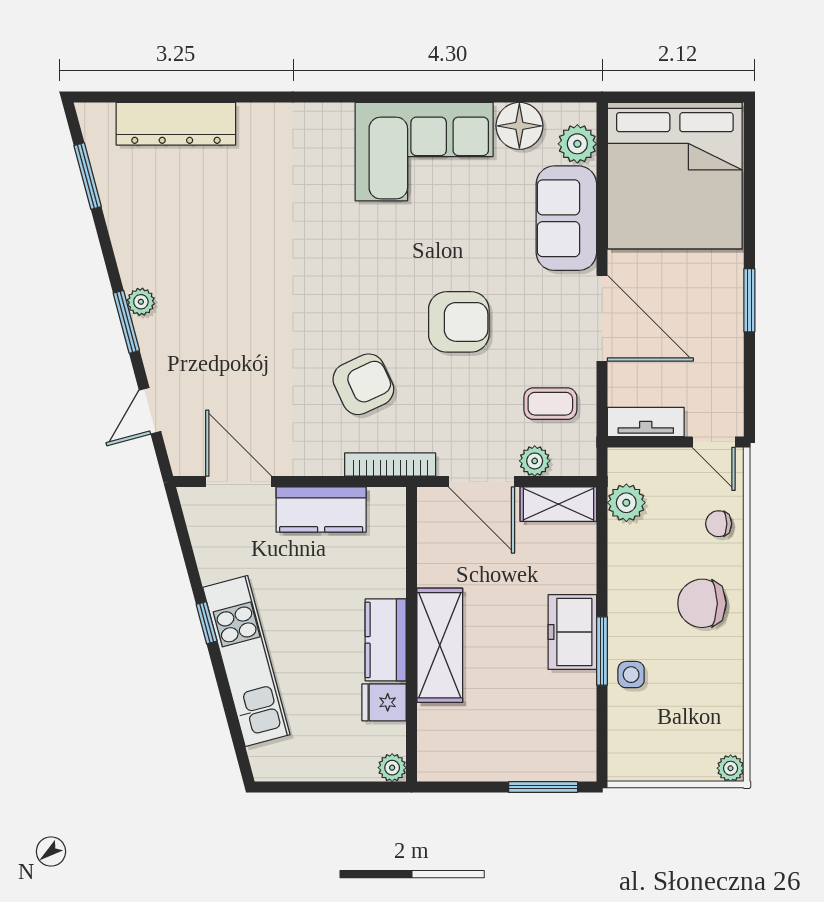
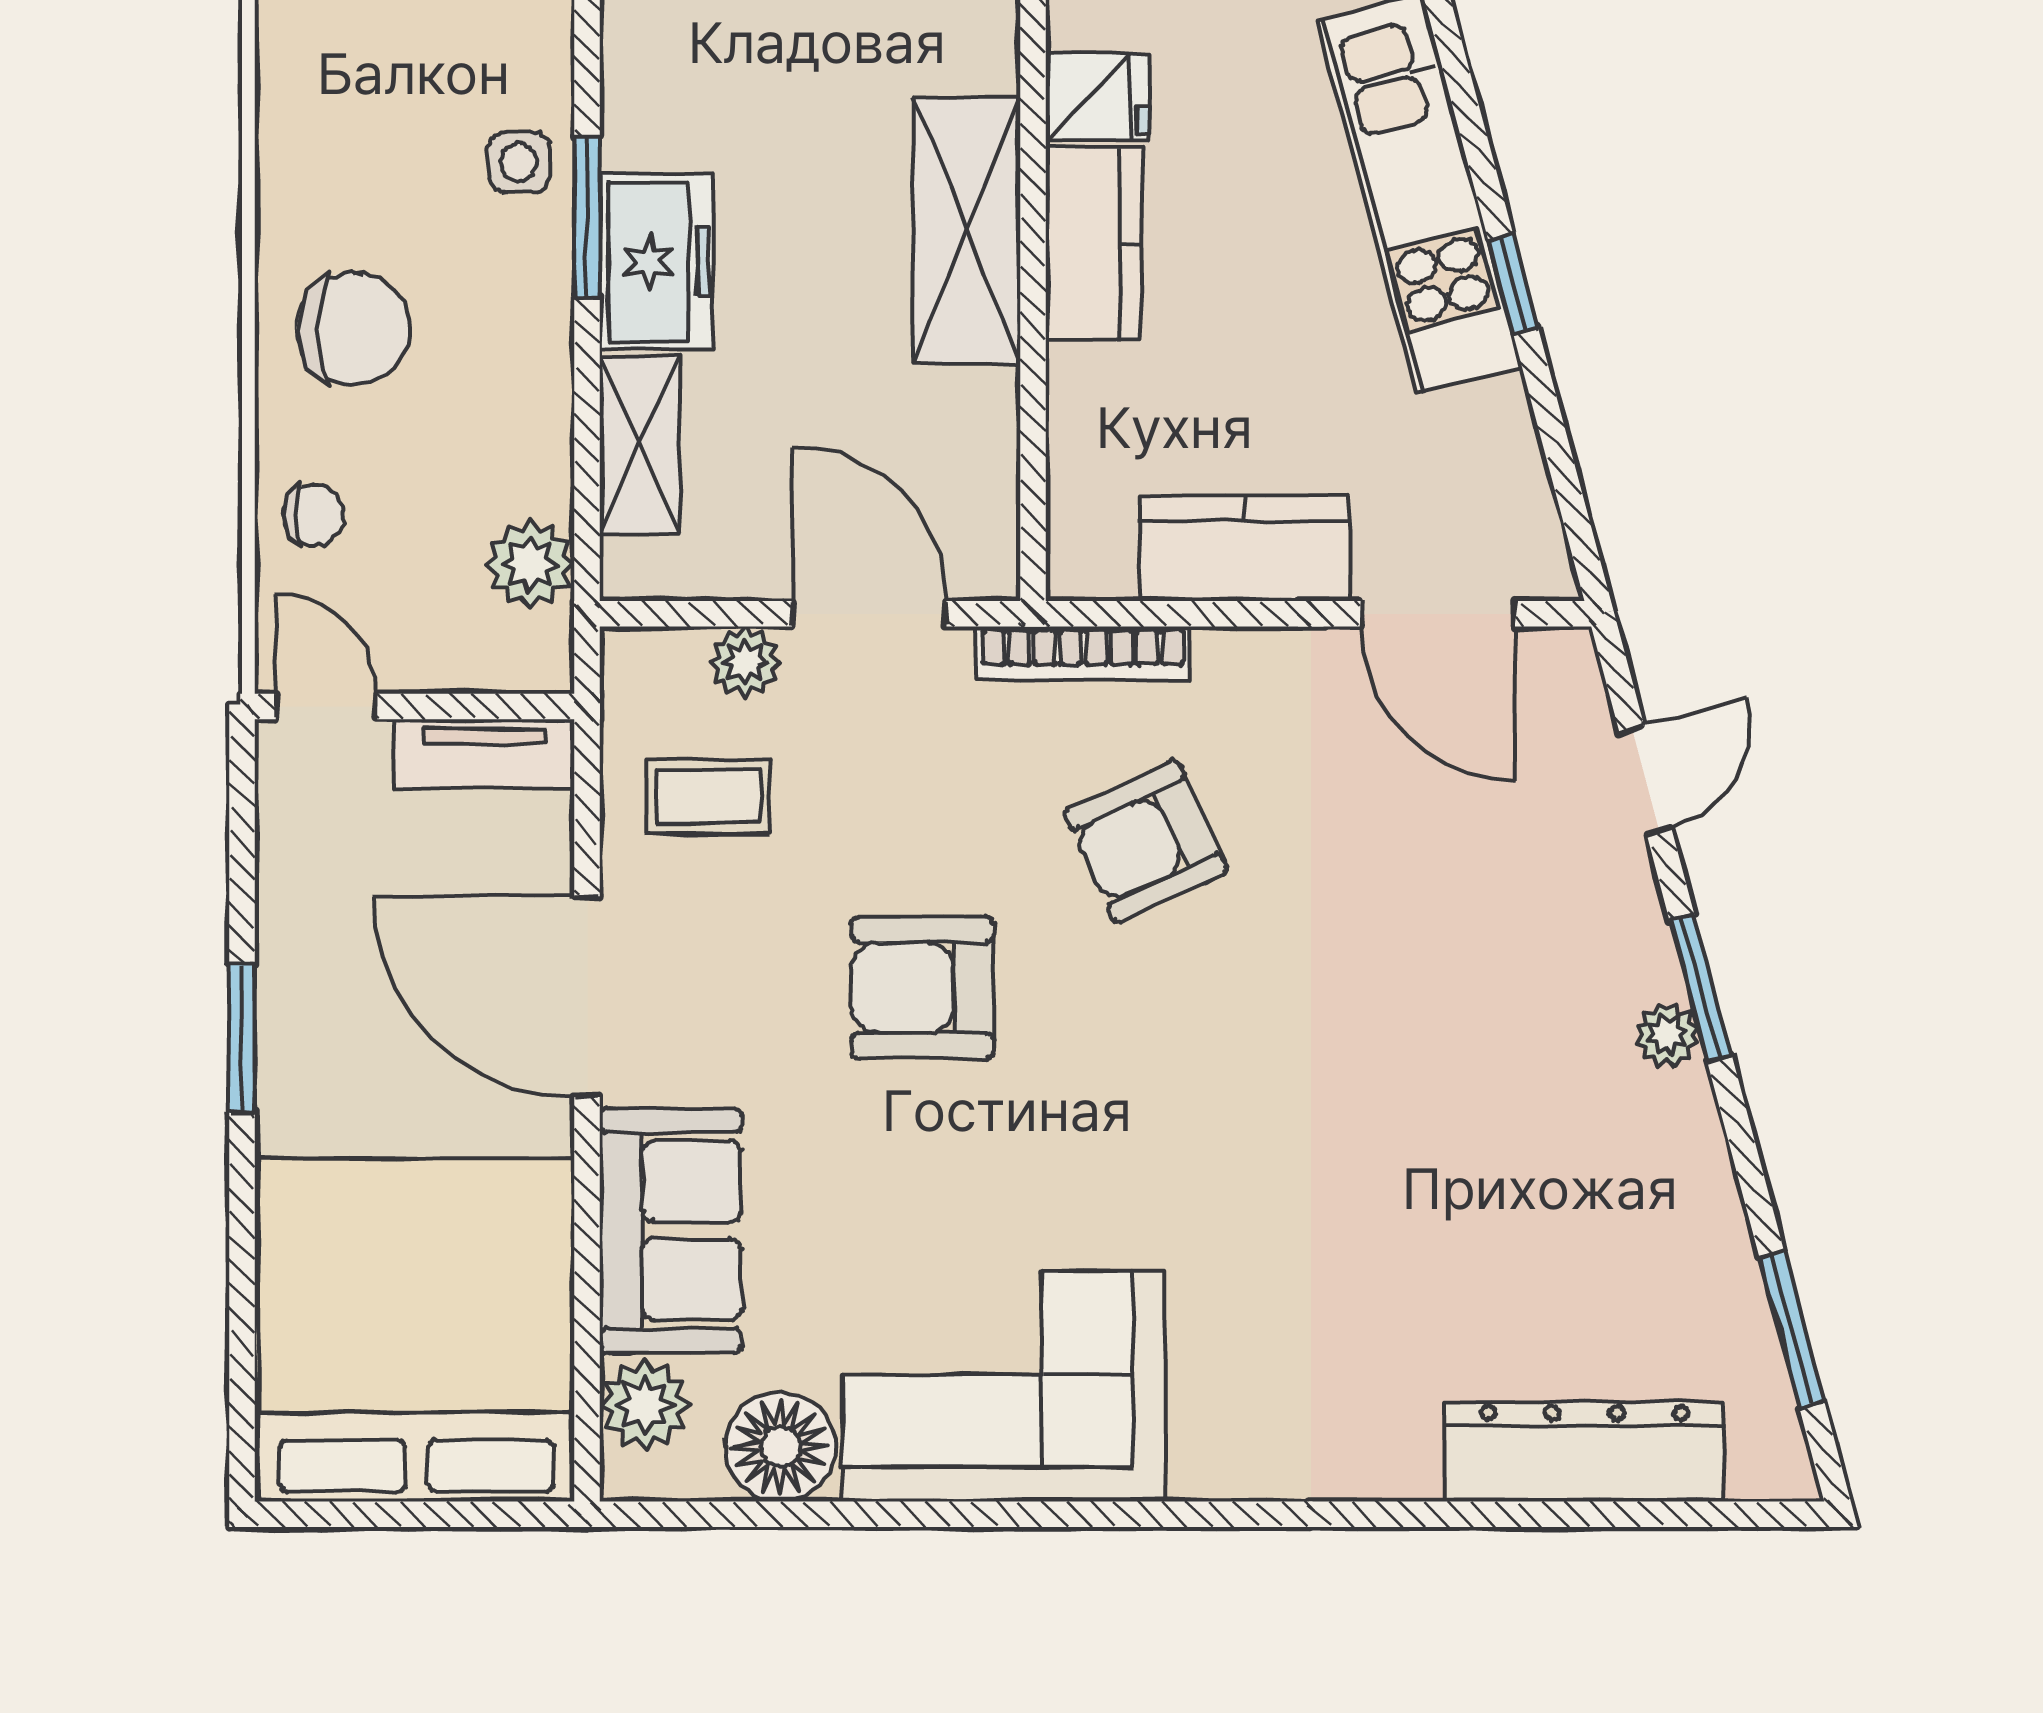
shelving: (558, 504) -> (640, 445), moved, turned 90

